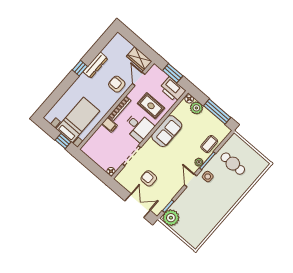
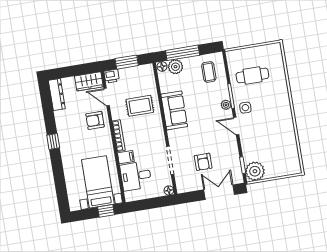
dresser: (95, 65) -> (57, 95), moved
printer: (173, 89) -> (112, 76), moved, width x0.53, depth x0.68
window: (217, 112) -> (183, 53), moved
desk: (139, 127) -> (136, 176), moved, turned 180
coffee table: (209, 144) -> (209, 72), moved
armchair: (149, 178) -> (203, 162), turned -90

